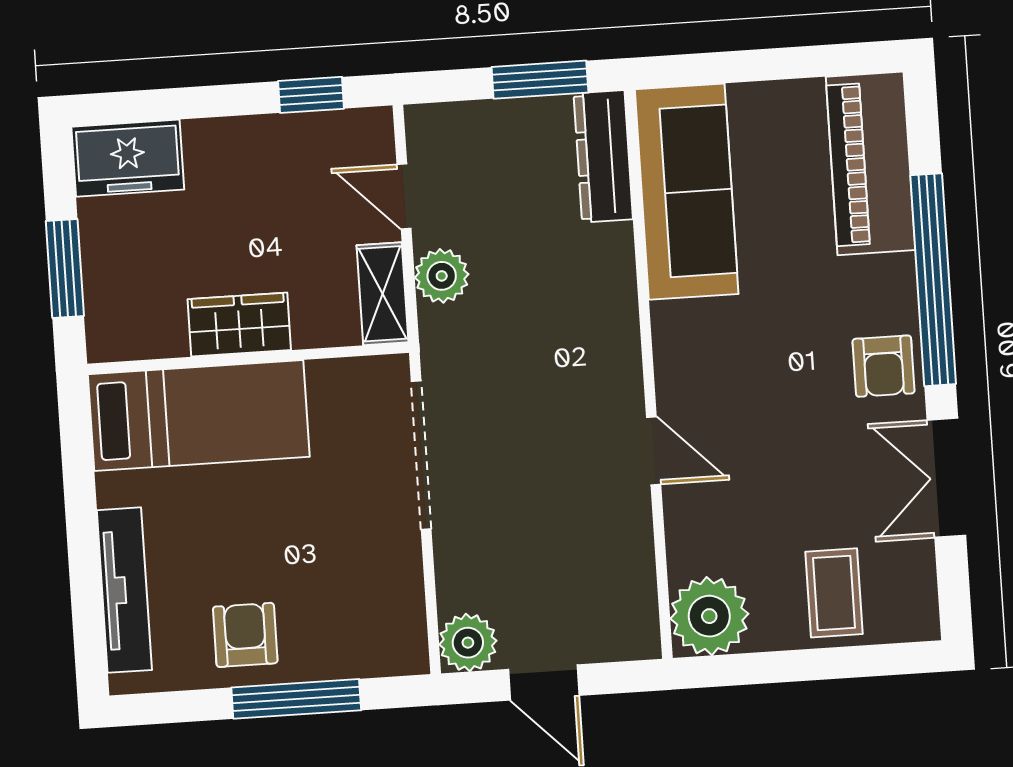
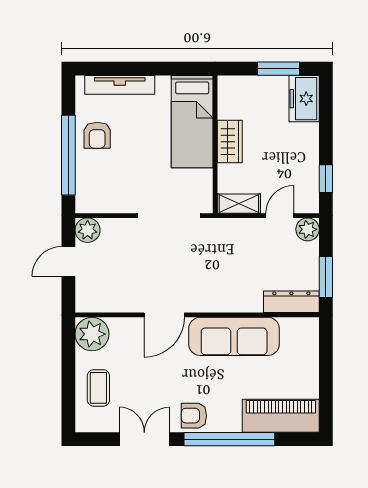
sofa: (687, 192) -> (234, 336), moved
window: (65, 269) -> (279, 69), moved
plant: (442, 276) -> (308, 229), moved
door: (654, 451) -> (164, 315), width x1.38
coffee table: (834, 593) -> (98, 388), turned 90
armchair: (245, 635) -> (97, 135), turned 90
window: (296, 699) -> (68, 155), width x1.46

